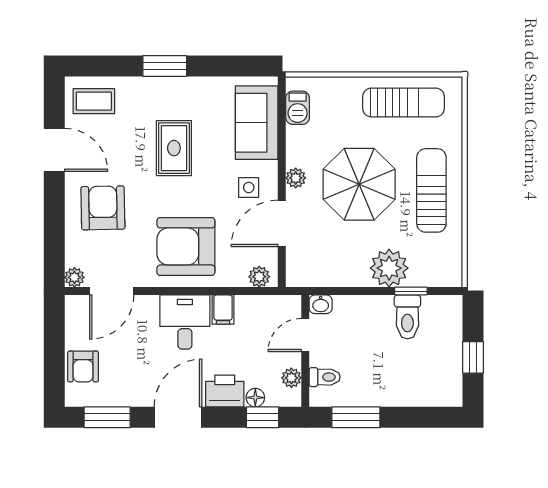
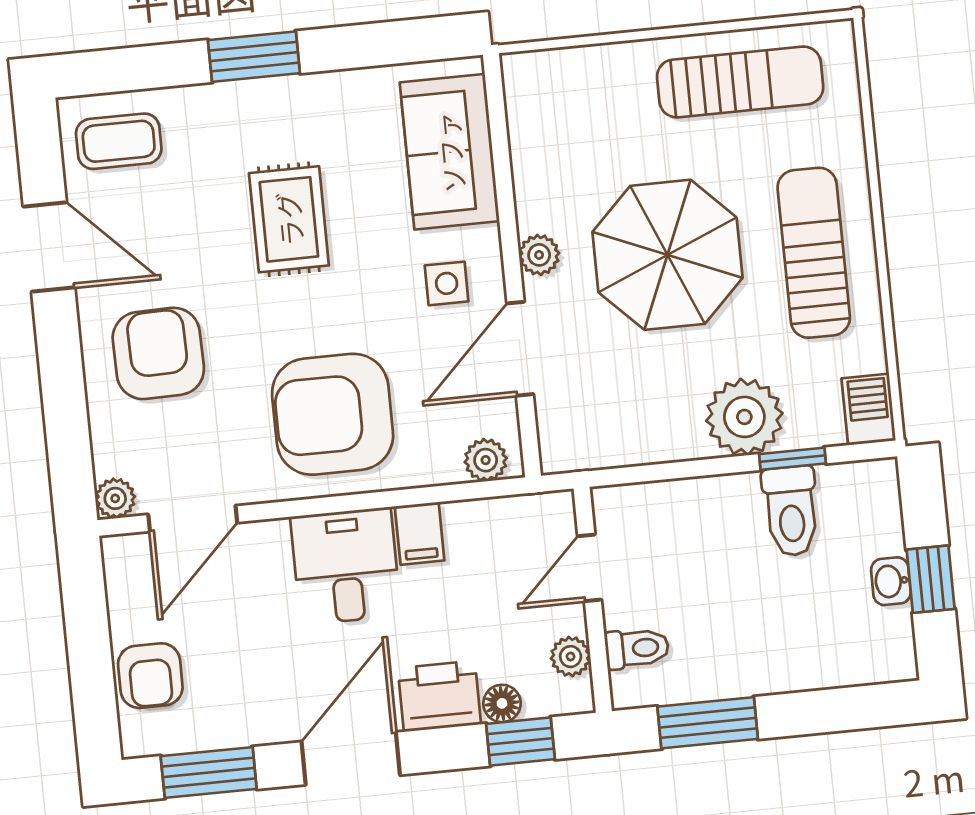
barbecue: (298, 108) -> (869, 409), moved, turned 180
washbasin: (321, 304) -> (891, 581), moved, turned 90

